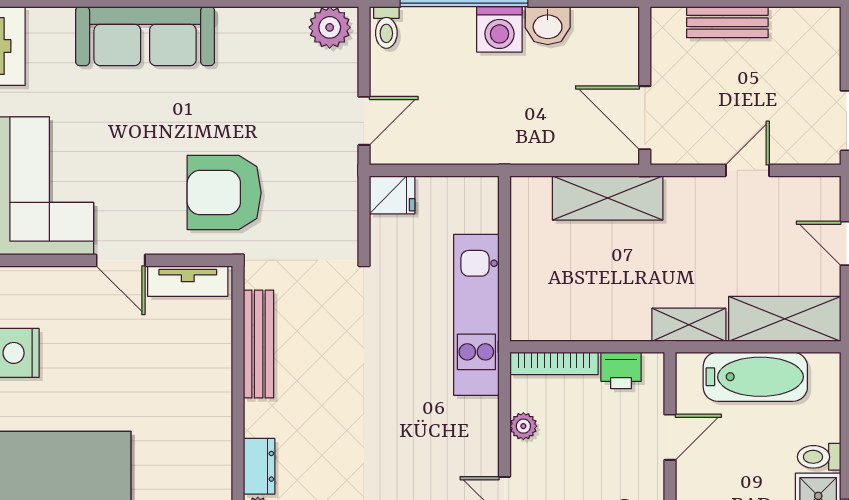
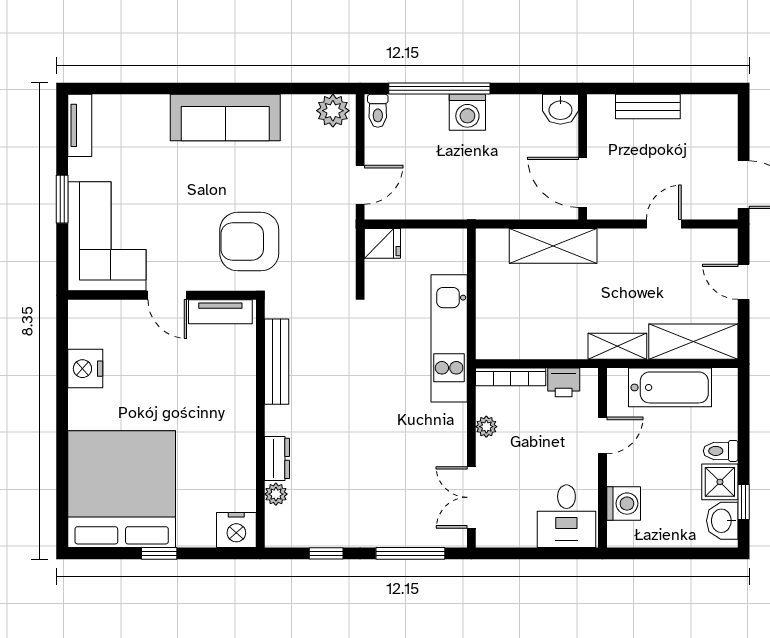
washbasin: (548, 26) -> (560, 109), moved
sofa: (145, 36) -> (225, 118), moved

